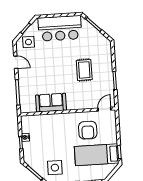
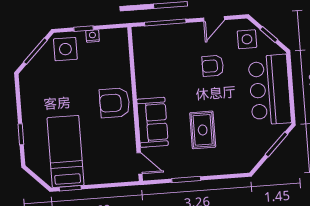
armchair: (45, 63) -> (213, 66), added
rug: (84, 70) -> (203, 130), turned 90
sofa: (51, 103) -> (153, 122), moved
armchair: (88, 130) -> (115, 103), moved
side table: (55, 168) -> (65, 49), moved

